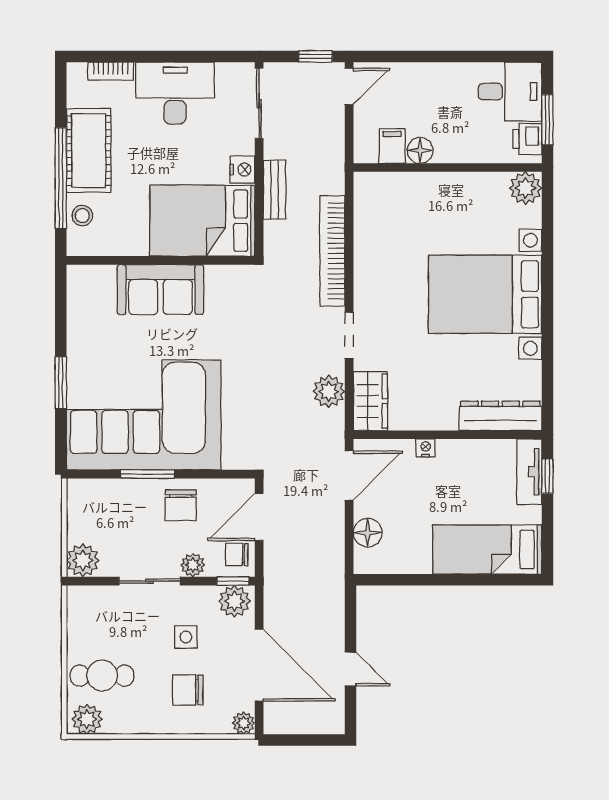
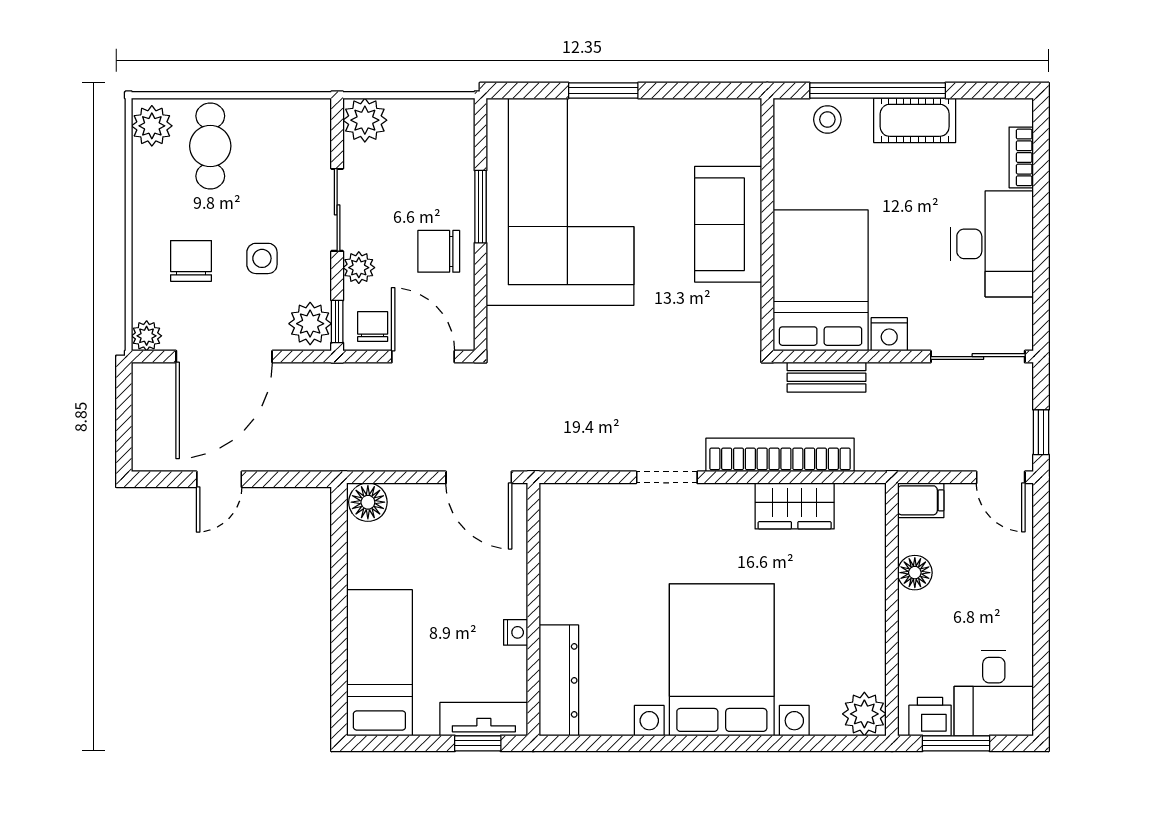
filing cabinet: (392, 146) -> (921, 500), moved
cot: (89, 151) -> (915, 120), width x0.73, depth x0.75
bench: (274, 190) -> (826, 377), moved
plant: (329, 391) -> (591, 450), removed
wardrobe: (370, 401) -> (795, 506), moved
nightstand: (426, 448) -> (516, 632), moved
floor lamp: (368, 533) -> (368, 502), moved

